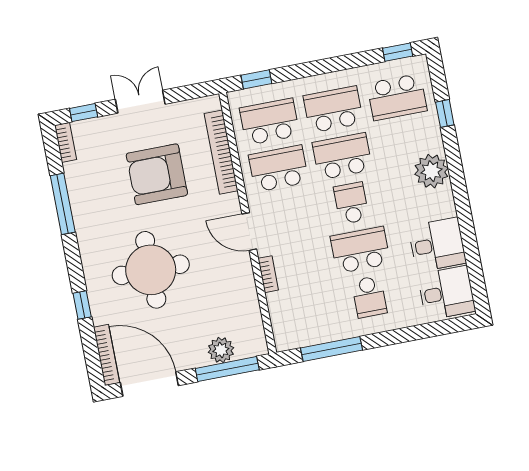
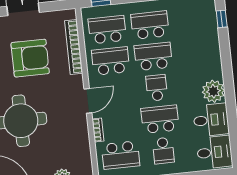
school desk: (397, 97) -> (121, 155), moved
window: (445, 113) -> (222, 19), moved
plant: (431, 171) -> (213, 91), moved
armchair: (157, 174) -> (30, 58), turned 180
door: (249, 232) -> (88, 101), swing flipped

